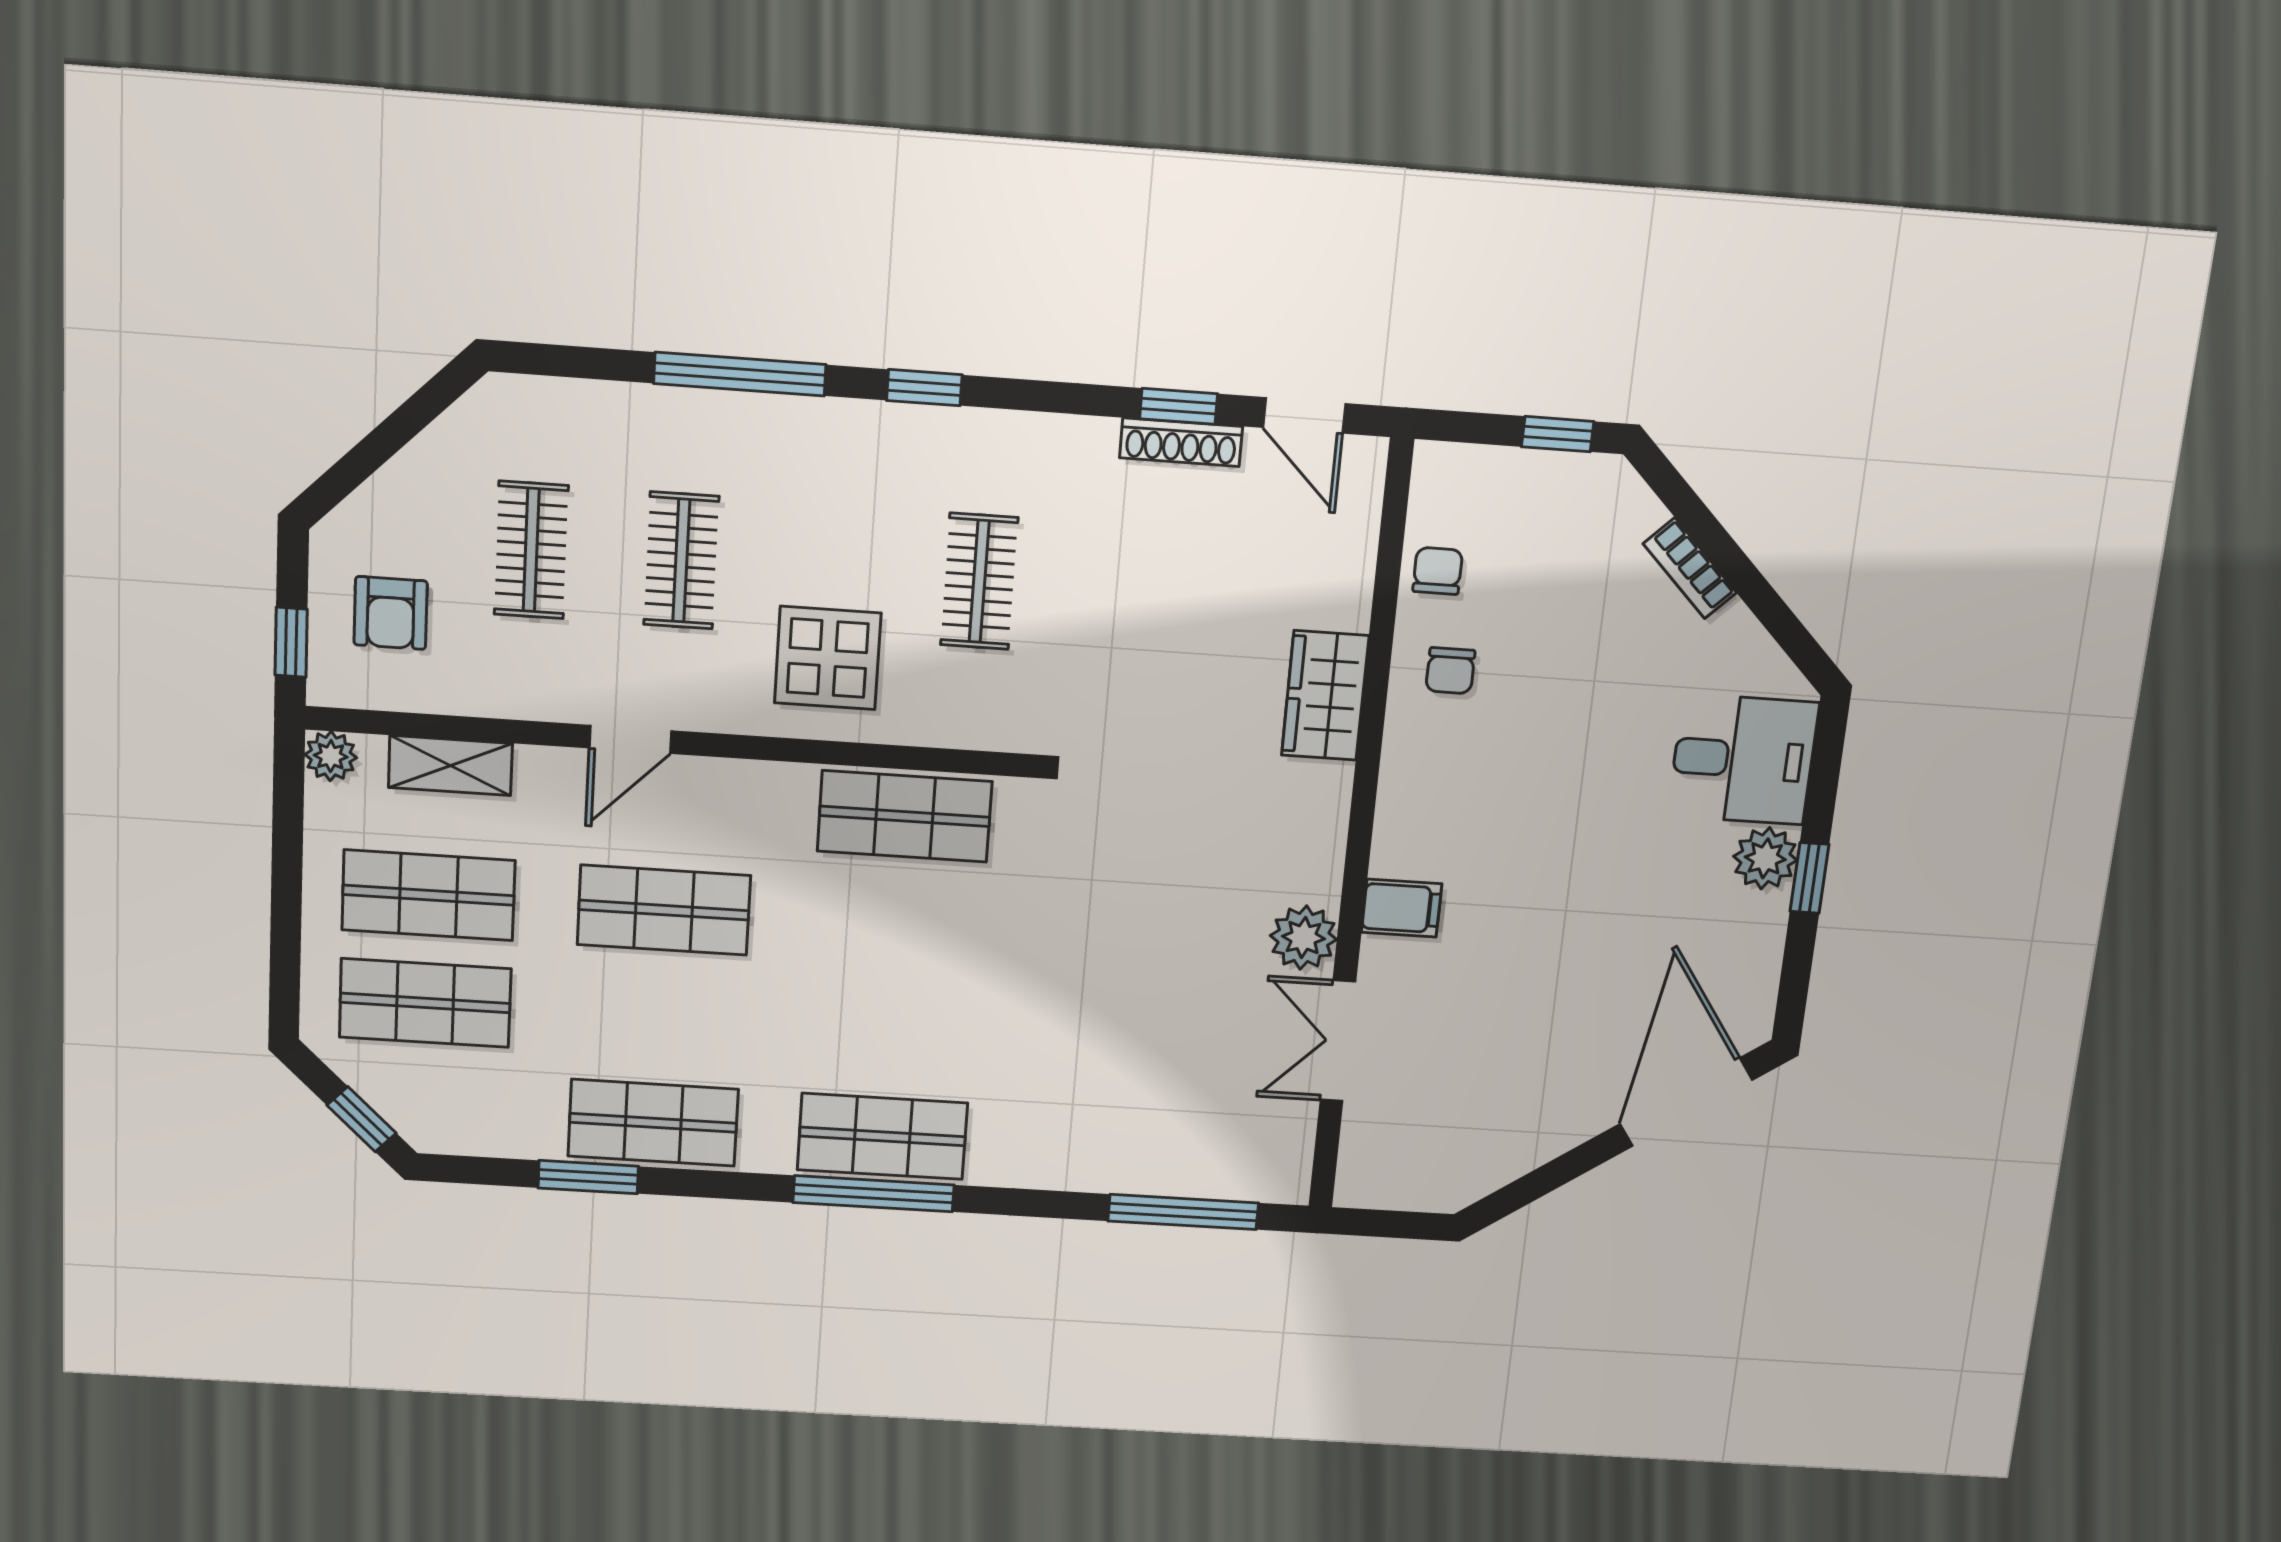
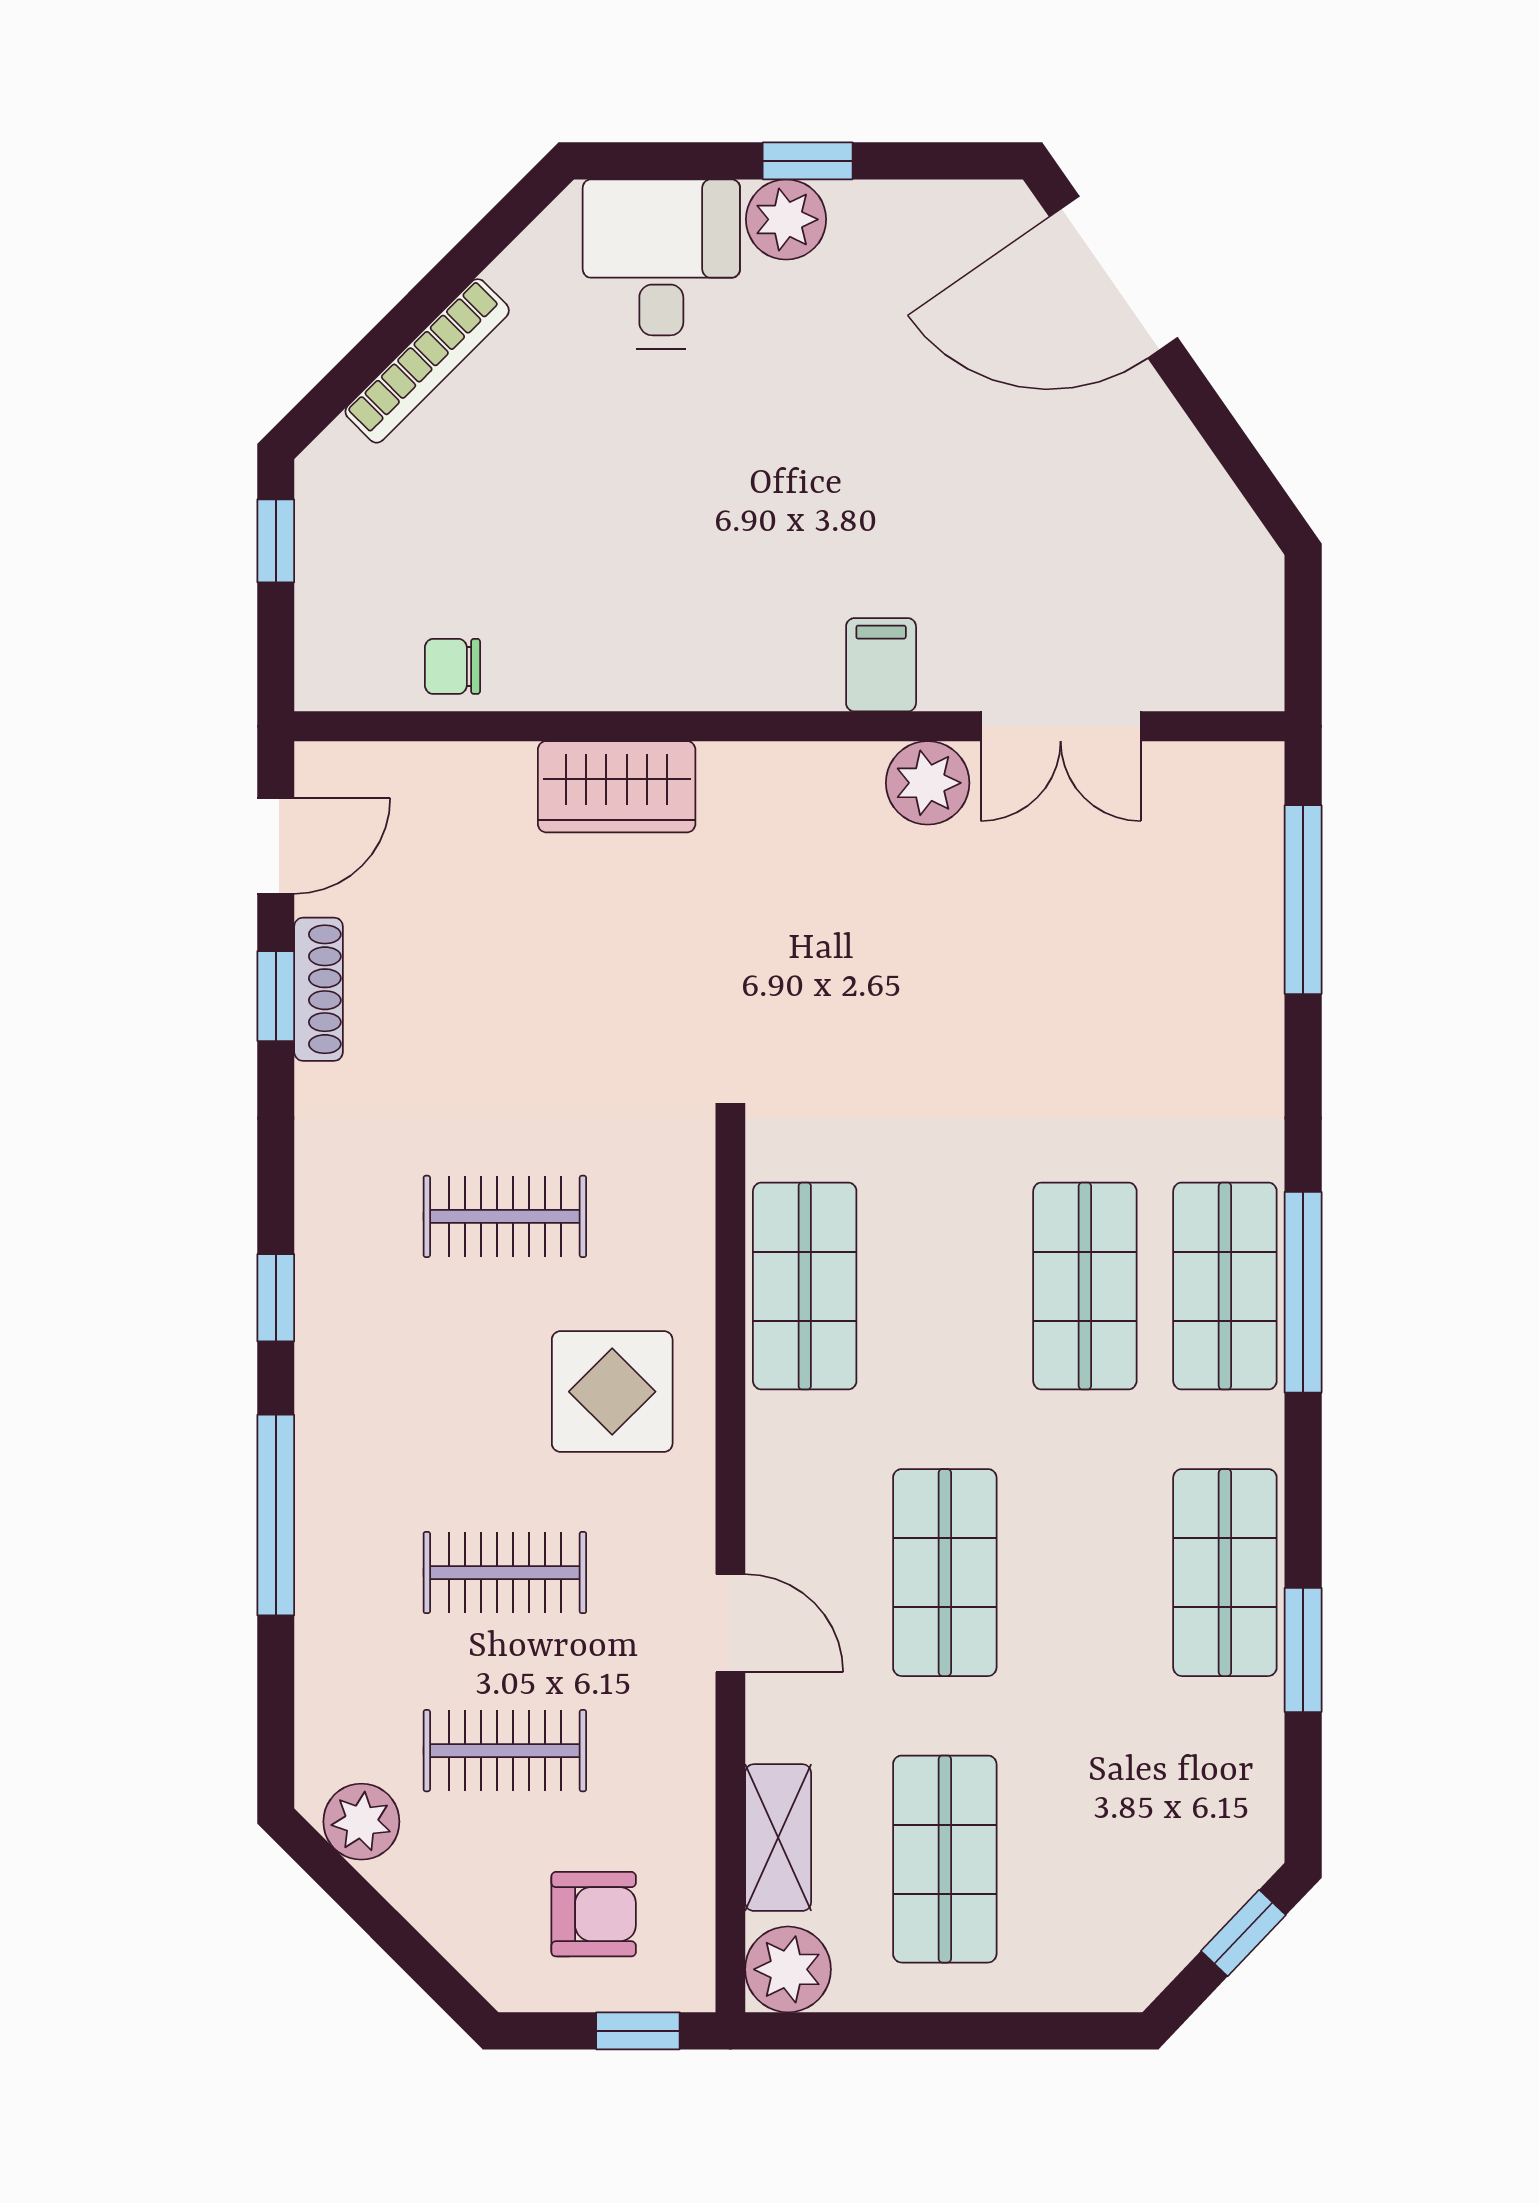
plant: (475, 427) -> (361, 1822), added
bookcase: (1690, 568) -> (427, 361), width x1.56
chair: (1450, 671) -> (575, 637), removed
plant: (331, 756) -> (788, 1969), width x1.38, depth x1.38
shop shelf: (425, 1003) -> (1085, 1286), moved

